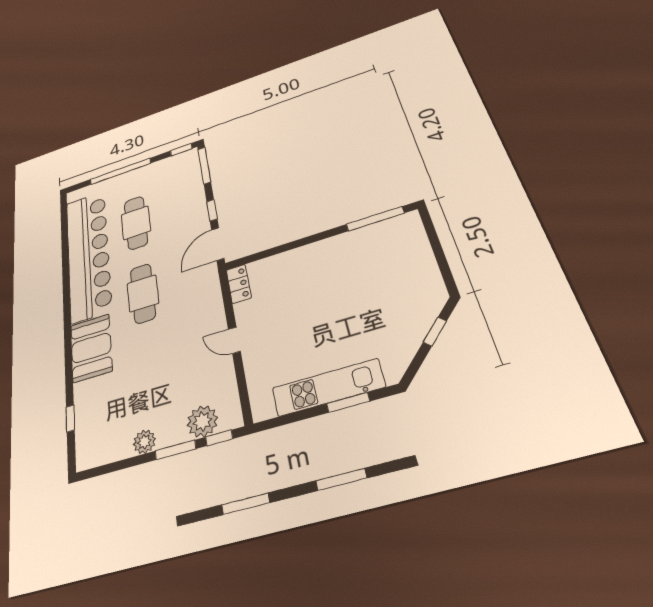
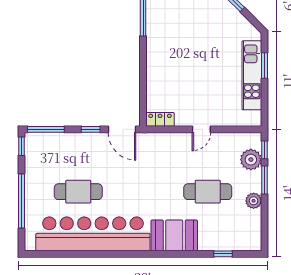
cafe table: (143, 293) -> (208, 192), moved

